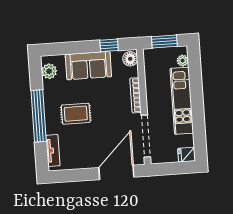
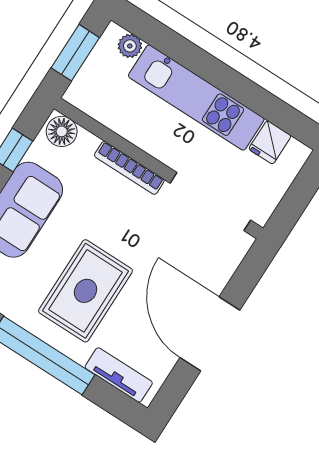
rug: (76, 114) -> (86, 291), width x1.36, depth x1.43
fridge: (187, 155) -> (270, 142), moved
door: (116, 172) -> (210, 334), moved

